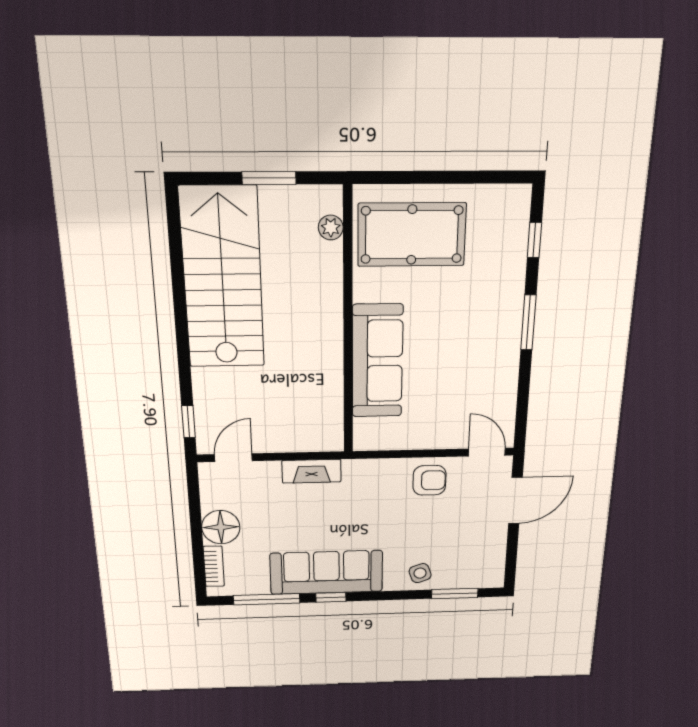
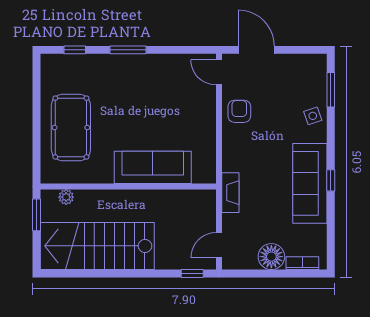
plant: (331, 227) -> (66, 197), moved
wall: (348, 325) -> (128, 187), moved
sofa: (377, 361) -> (153, 167), moved
door: (487, 452) -> (219, 72), hinge flipped
door: (233, 458) -> (219, 245), hinge flipped
window: (267, 599) -> (331, 227), removed

